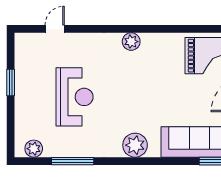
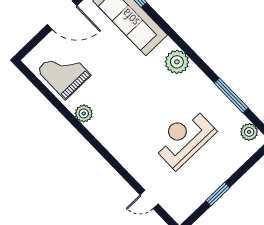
plant: (131, 42) -> (84, 113), moved

